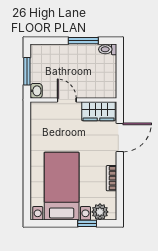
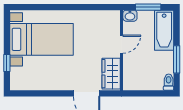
bathtub: (52, 54) -> (164, 30), added
bookcase: (111, 178) -> (49, 86), removed
plant: (100, 212) -> (18, 75), removed

